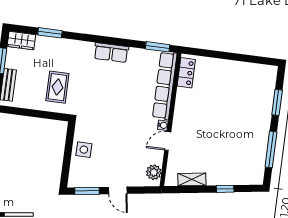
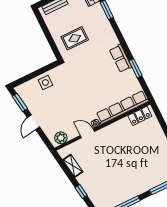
window: (158, 47) -> (136, 68), moved

